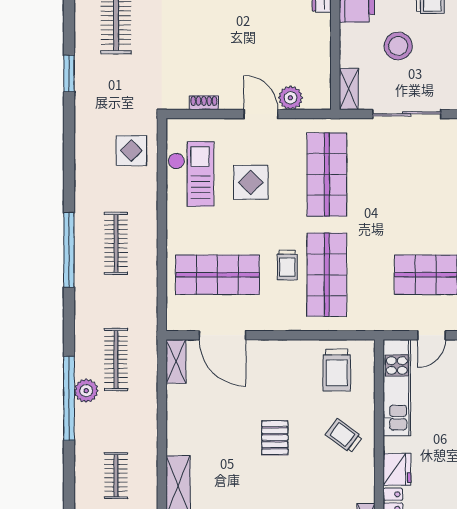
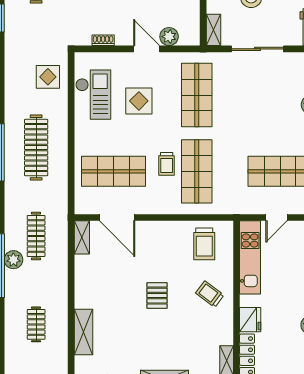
clothes rail: (116, 243) -> (36, 148), width x1.37, depth x1.31

